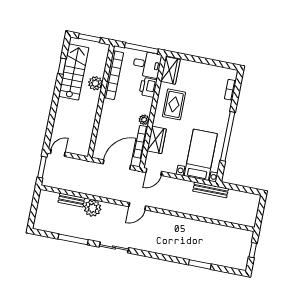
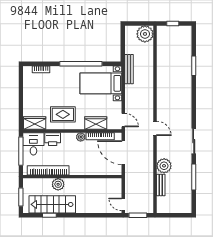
plant: (247, 216) -> (145, 34), added

